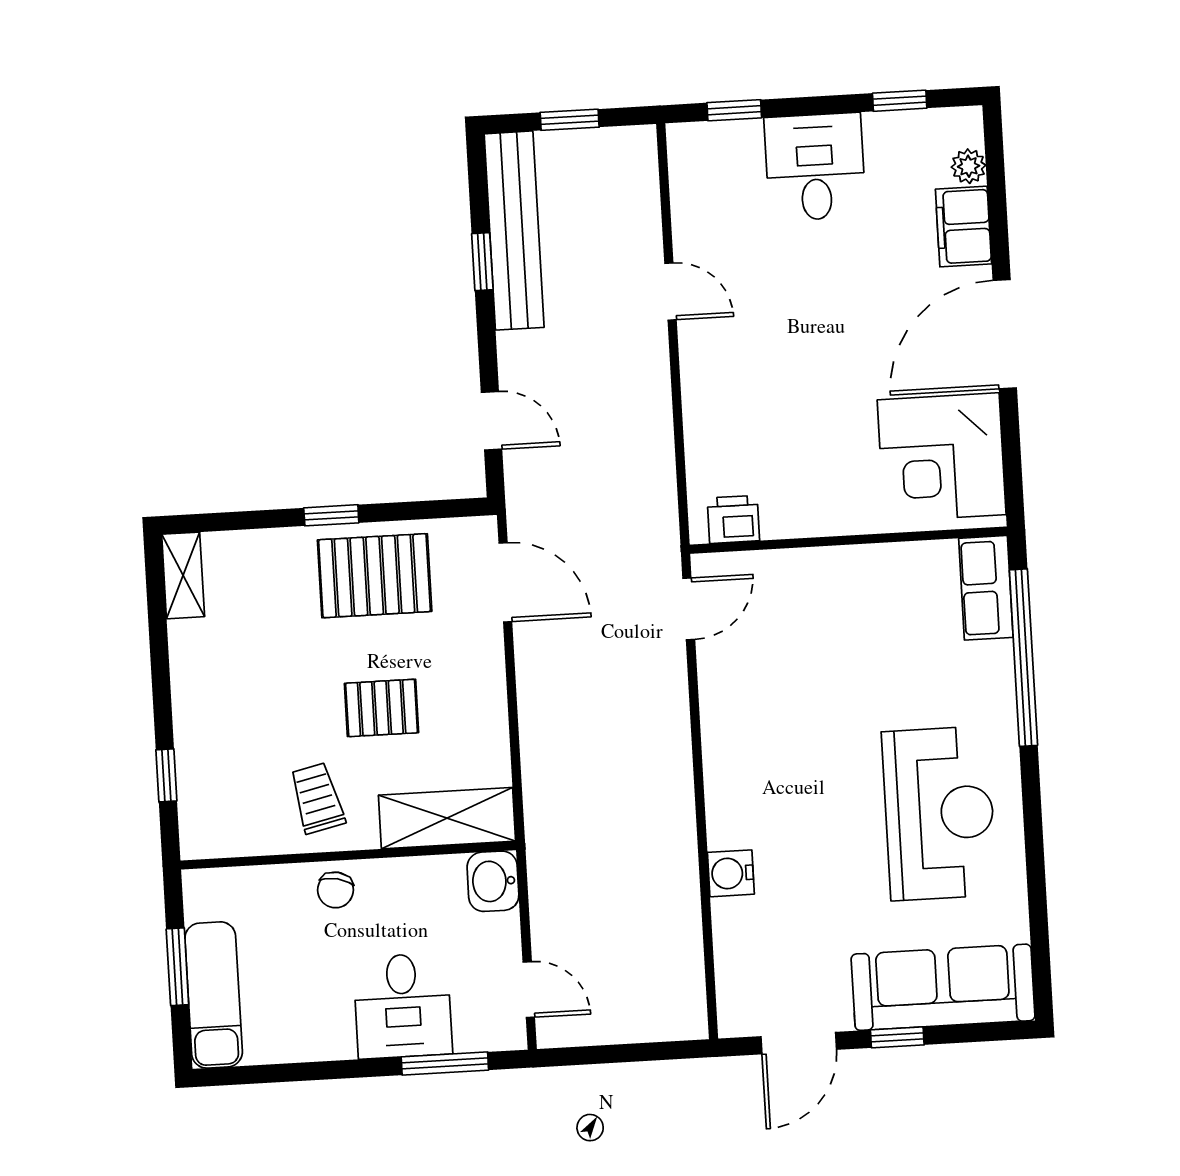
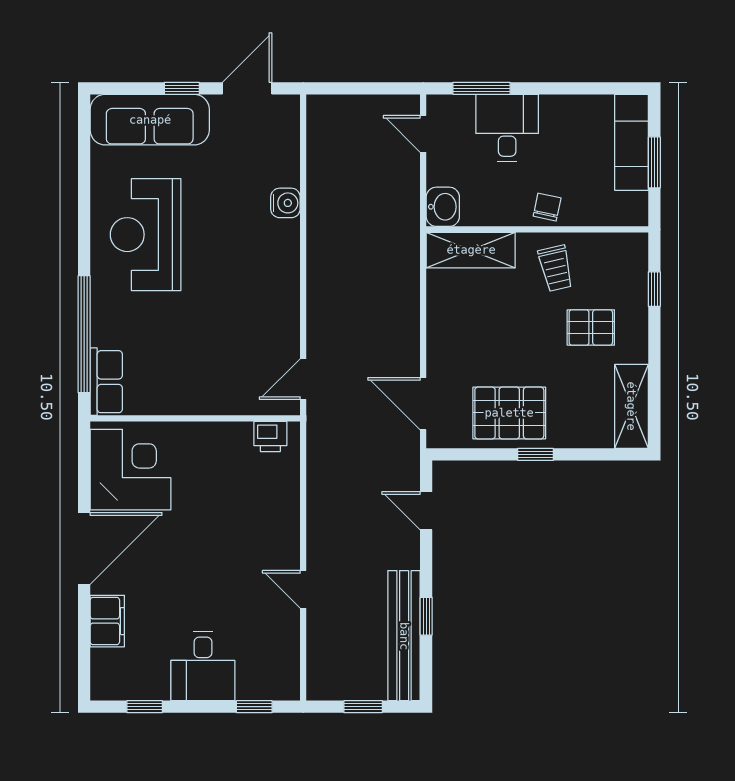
plant: (969, 166) -> (102, 661), removed
shelving: (183, 575) -> (631, 406), width x1.50, depth x1.33
pallet: (382, 708) -> (591, 327), moved

